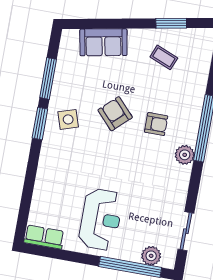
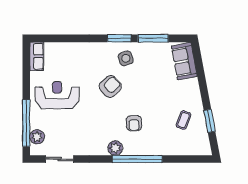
sofa: (103, 42) -> (184, 61), moved
armchair: (115, 114) -> (110, 86), moved
reception desk: (101, 219) -> (57, 95), turned 180

